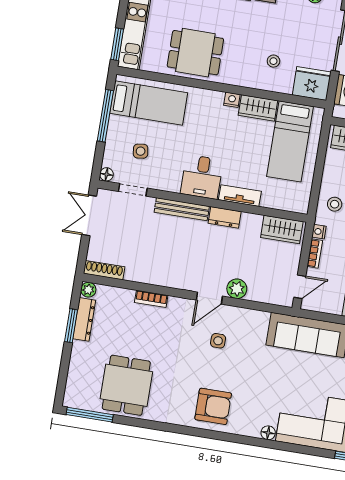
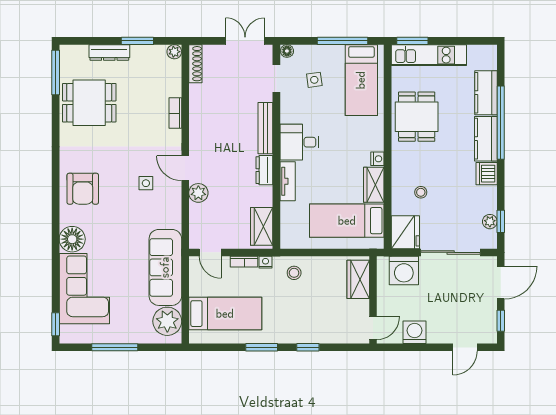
dresser: (84, 319) -> (109, 52), moved
floor lamp: (268, 433) -> (72, 239), width x1.89, depth x1.89

